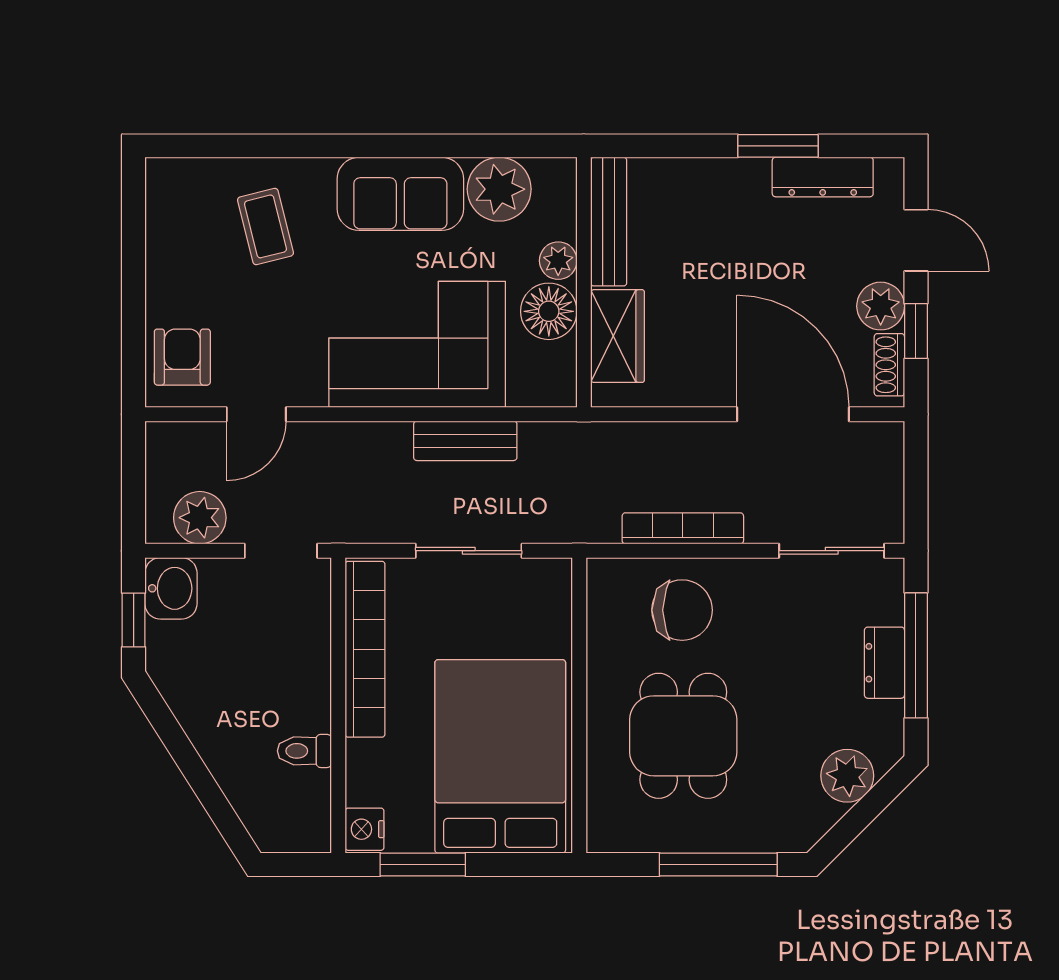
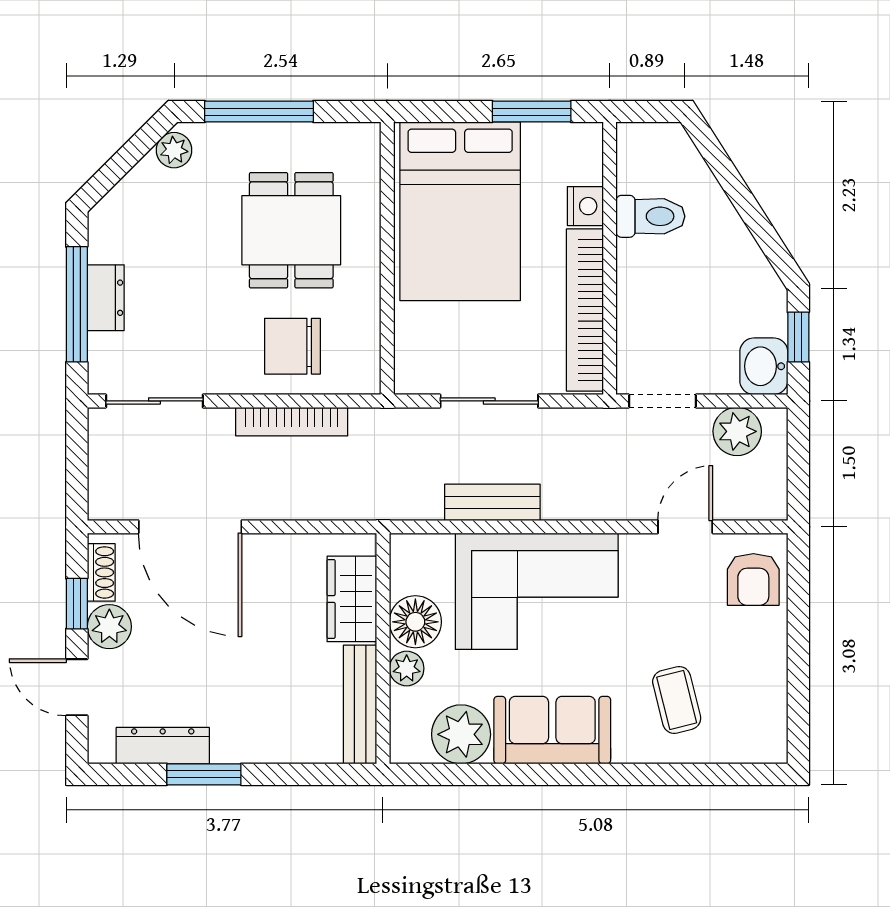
toilet: (304, 751) -> (650, 216), width x1.37, depth x1.39
plant: (847, 776) -> (174, 150), moved, width x0.73, depth x0.73
nightstand: (365, 829) -> (585, 206), moved

